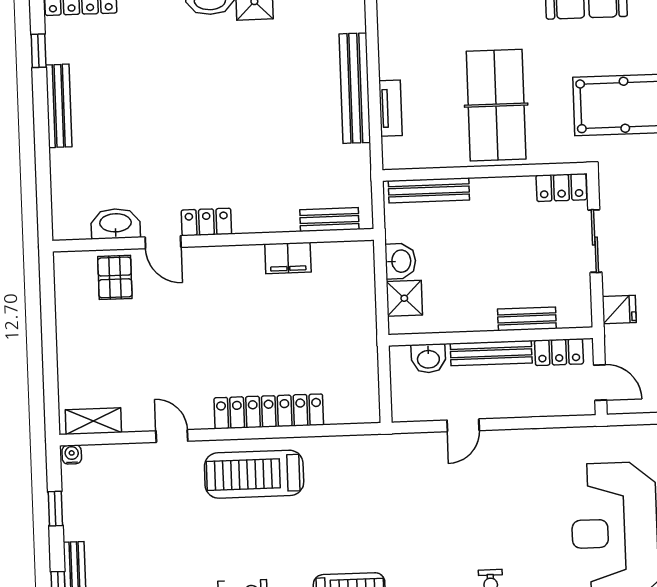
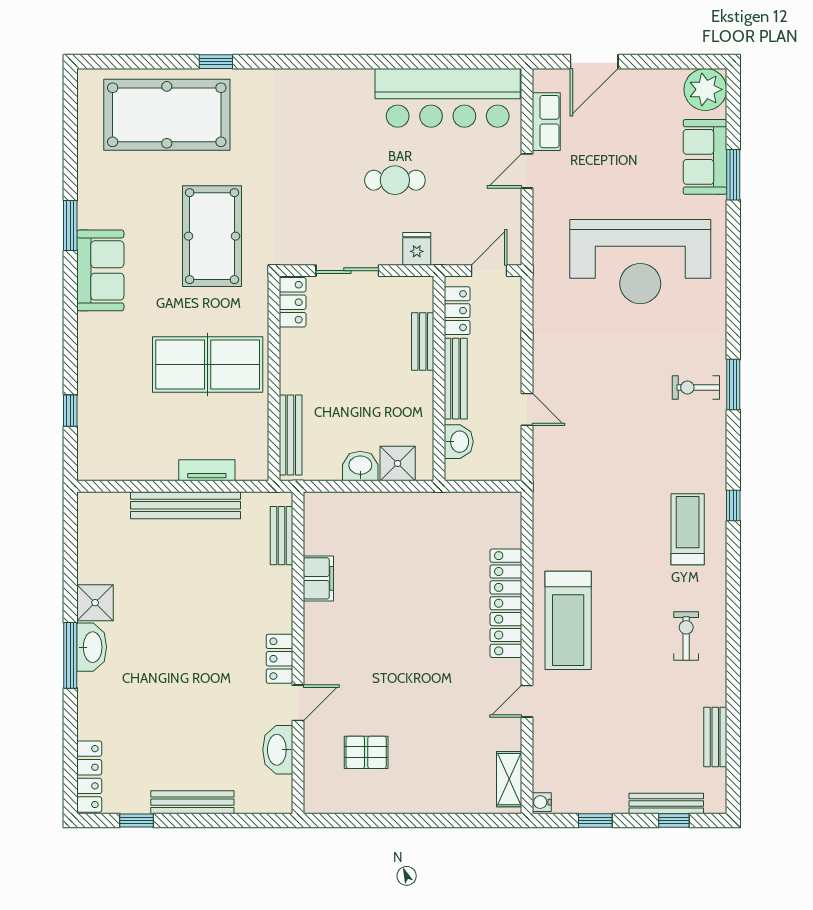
bench: (329, 220) -> (281, 536), moved
locker: (206, 222) -> (279, 659), moved
washbasin: (116, 224) -> (278, 750), moved
wall: (213, 240) -> (298, 653), moved
door: (163, 242) -> (298, 703), moved
filing cabinet: (288, 258) -> (318, 578), moved

